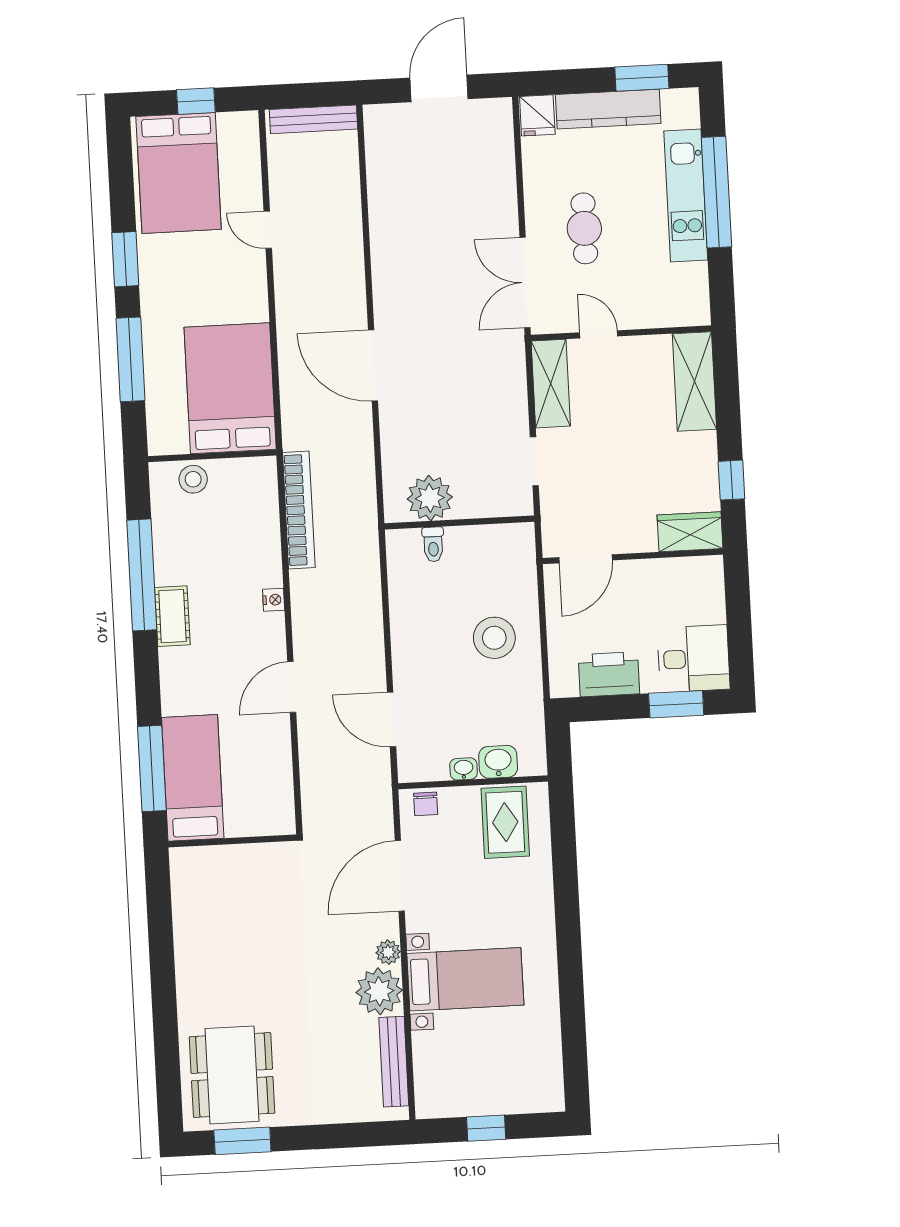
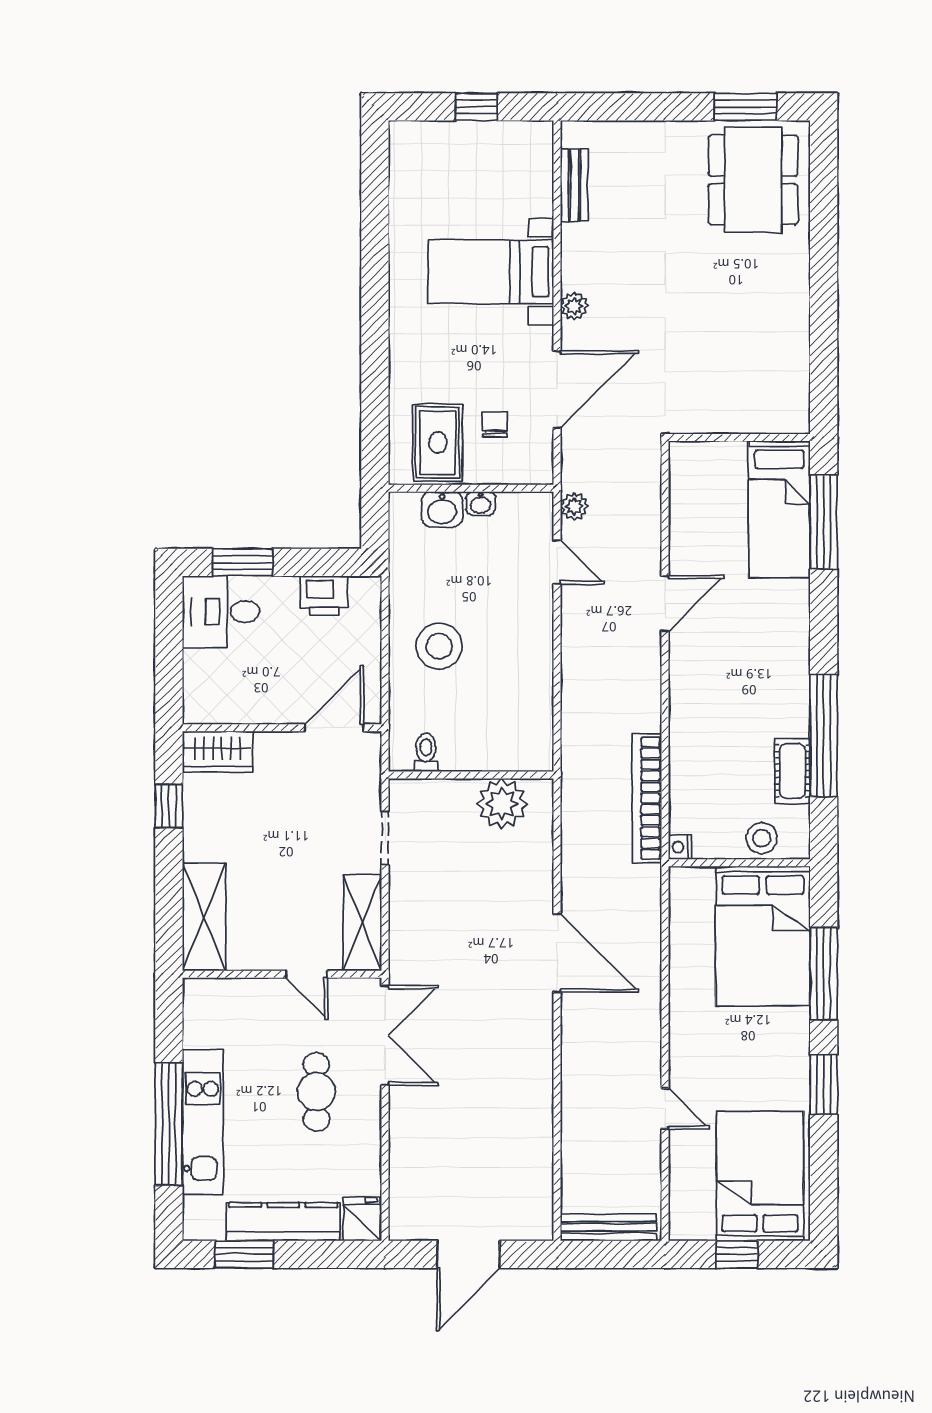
bed: (230, 388) -> (763, 936), moved
toilet: (433, 544) -> (426, 753), moved
nightstand: (274, 600) -> (680, 847), moved
cot: (172, 616) -> (792, 771), moved
printer: (609, 674) -> (324, 596), width x0.73, depth x0.84
door: (392, 719) -> (557, 562), width x0.73
chair: (426, 804) -> (495, 425), moved
plant: (379, 991) -> (574, 506), moved, width x0.53, depth x0.53
bench: (394, 1062) -> (574, 185), width x0.73

